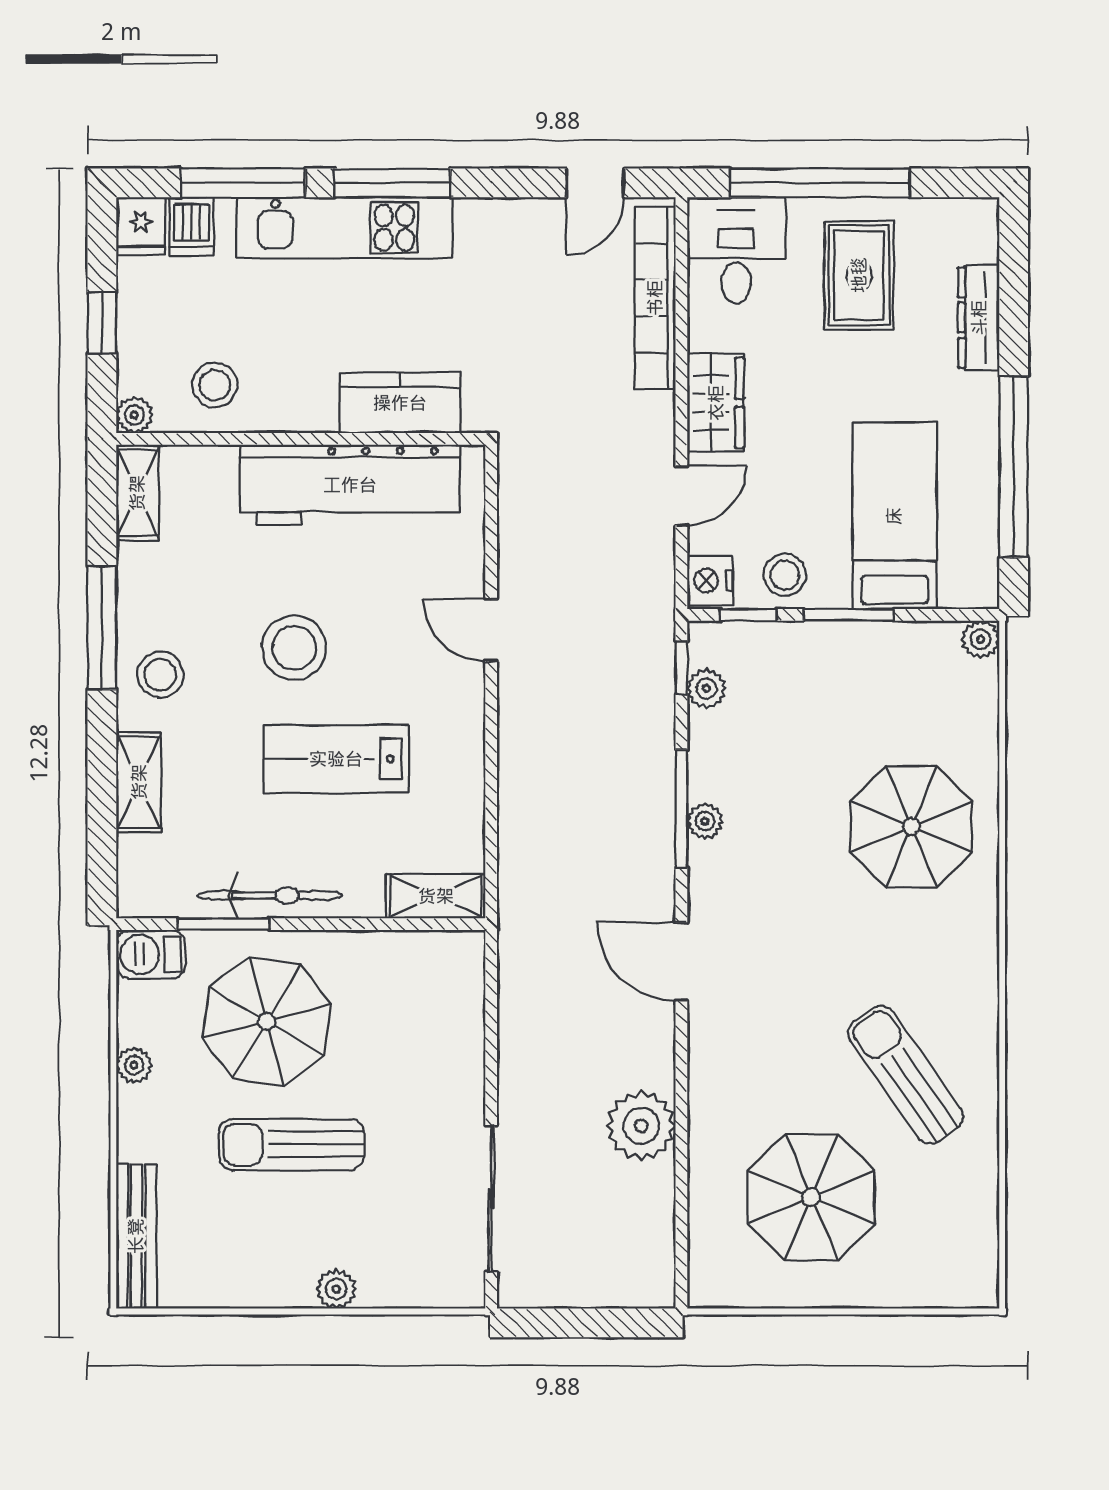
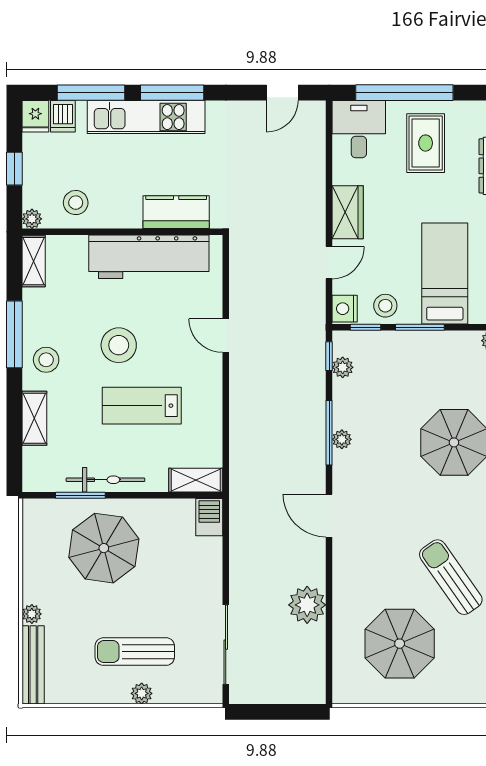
bookcase: (655, 298) -> (315, 155), removed
barbecue: (151, 954) -> (209, 517), moved, turned 90
plant: (134, 1065) -> (32, 614), moved
sun lounger: (292, 1145) -> (135, 652), moved

